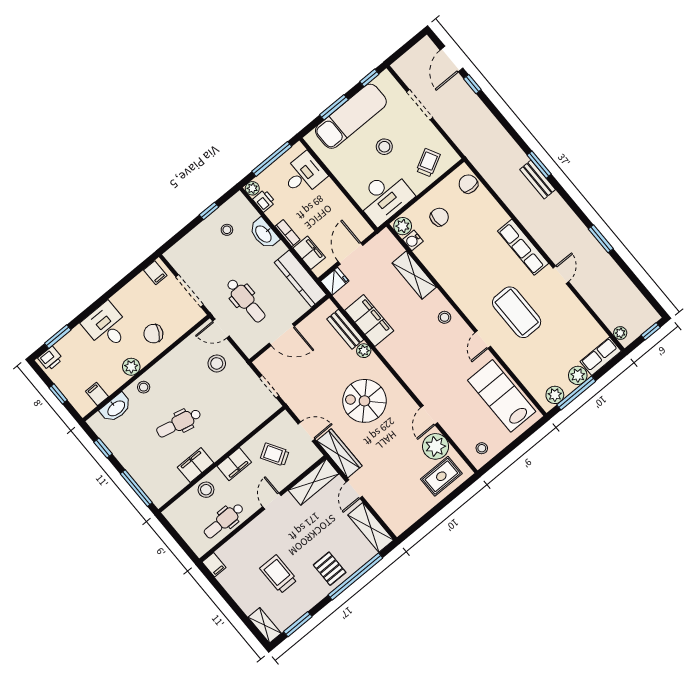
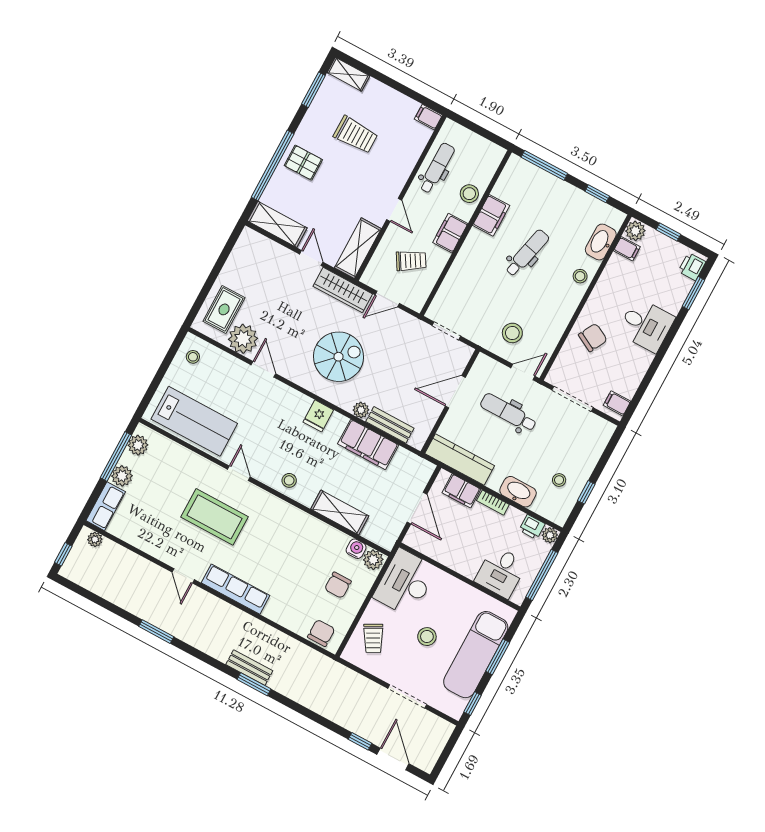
chair: (468, 184) -> (321, 633), turned -90
fridge: (335, 281) -> (318, 416), moved
plant: (131, 367) -> (635, 231), moved

